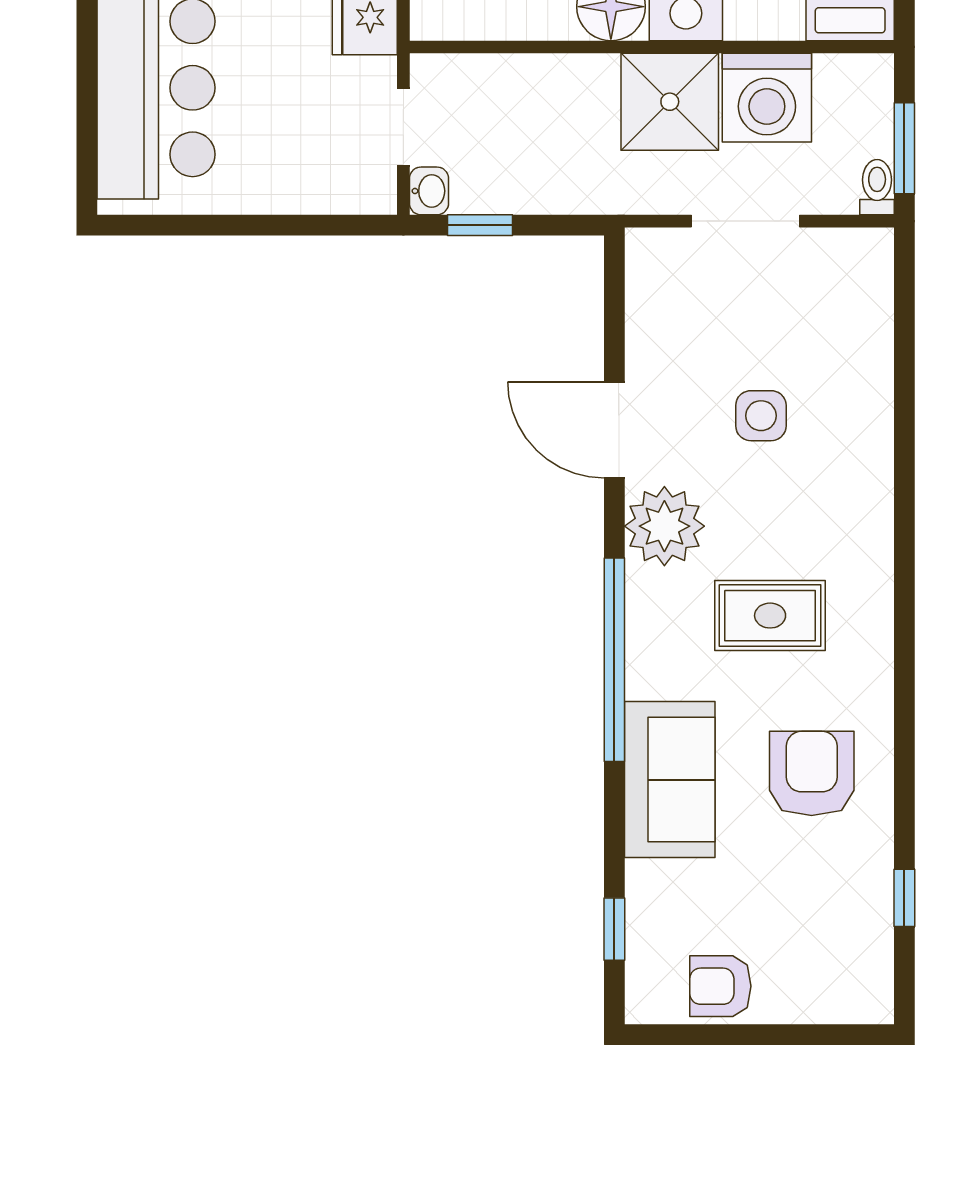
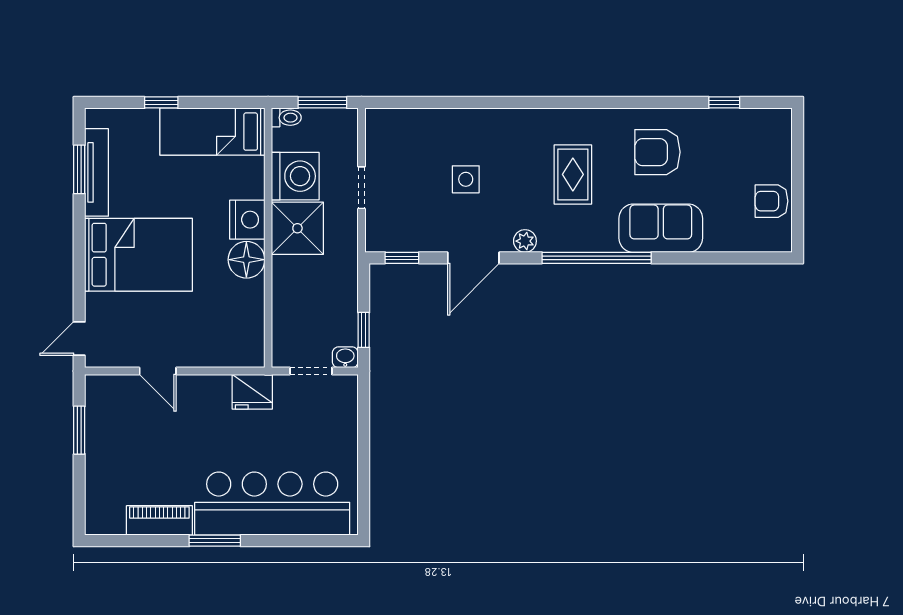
toilet: (877, 187) -> (286, 118), moved, turned 180
doorway: (745, 221) -> (361, 188), width x0.73
plant: (664, 526) -> (525, 241), width x0.53, depth x0.53
window: (614, 929) -> (402, 258), moved
armchair: (720, 986) -> (772, 201), turned 90

